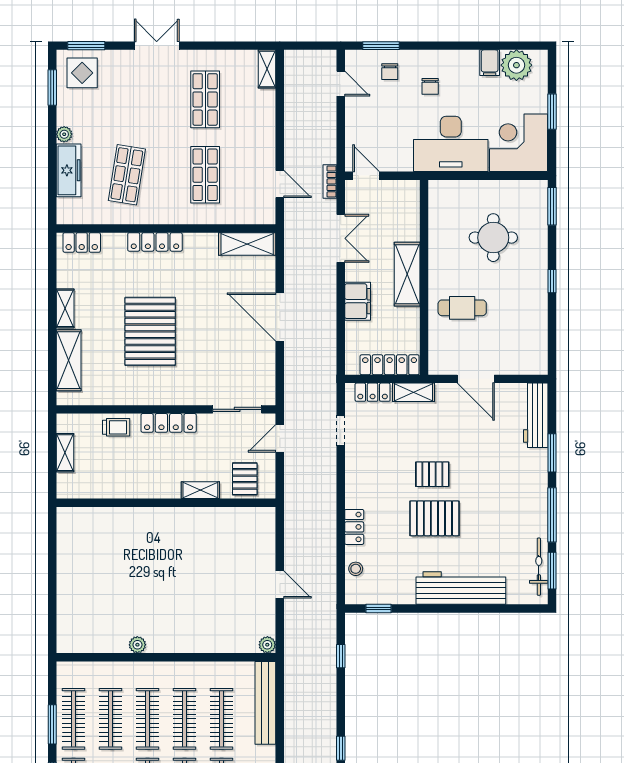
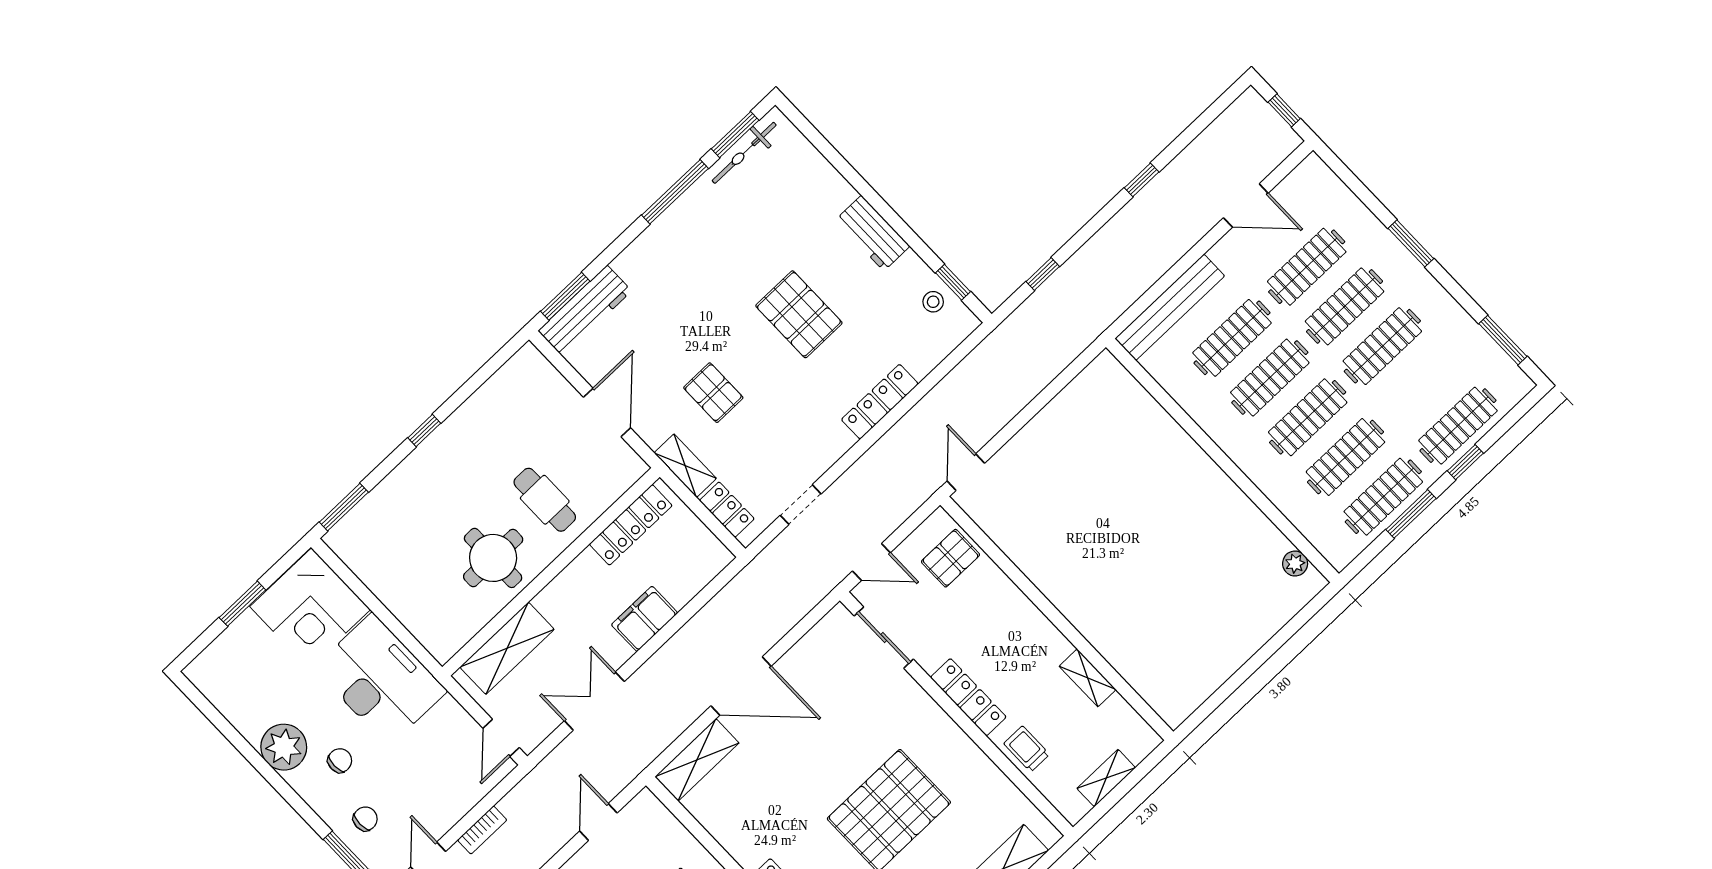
filing cabinet: (490, 63) -> (254, 721), removed
plant: (516, 65) -> (284, 747), moved
bookcase: (330, 181) -> (482, 830), moved
round table: (493, 238) -> (493, 558), moved
shelving: (247, 244) -> (697, 760), moved, turned 90
shelving: (407, 274) -> (507, 648), moved
door: (280, 317) -> (741, 686), hinge flipped
locker: (390, 365) -> (631, 525), moved, turned -90
window: (552, 453) -> (565, 296), moved
pallet: (432, 474) -> (713, 393), moved
shelving: (200, 490) -> (1088, 678), moved
locker: (354, 527) -> (880, 402), width x1.53
stool: (356, 569) -> (933, 302), moved
door: (280, 584) -> (966, 472), moved
workbench: (461, 588) -> (873, 233), width x0.53, depth x0.76
plant: (137, 645) -> (1295, 564), moved
plant: (267, 645) -> (1106, 365), removed

